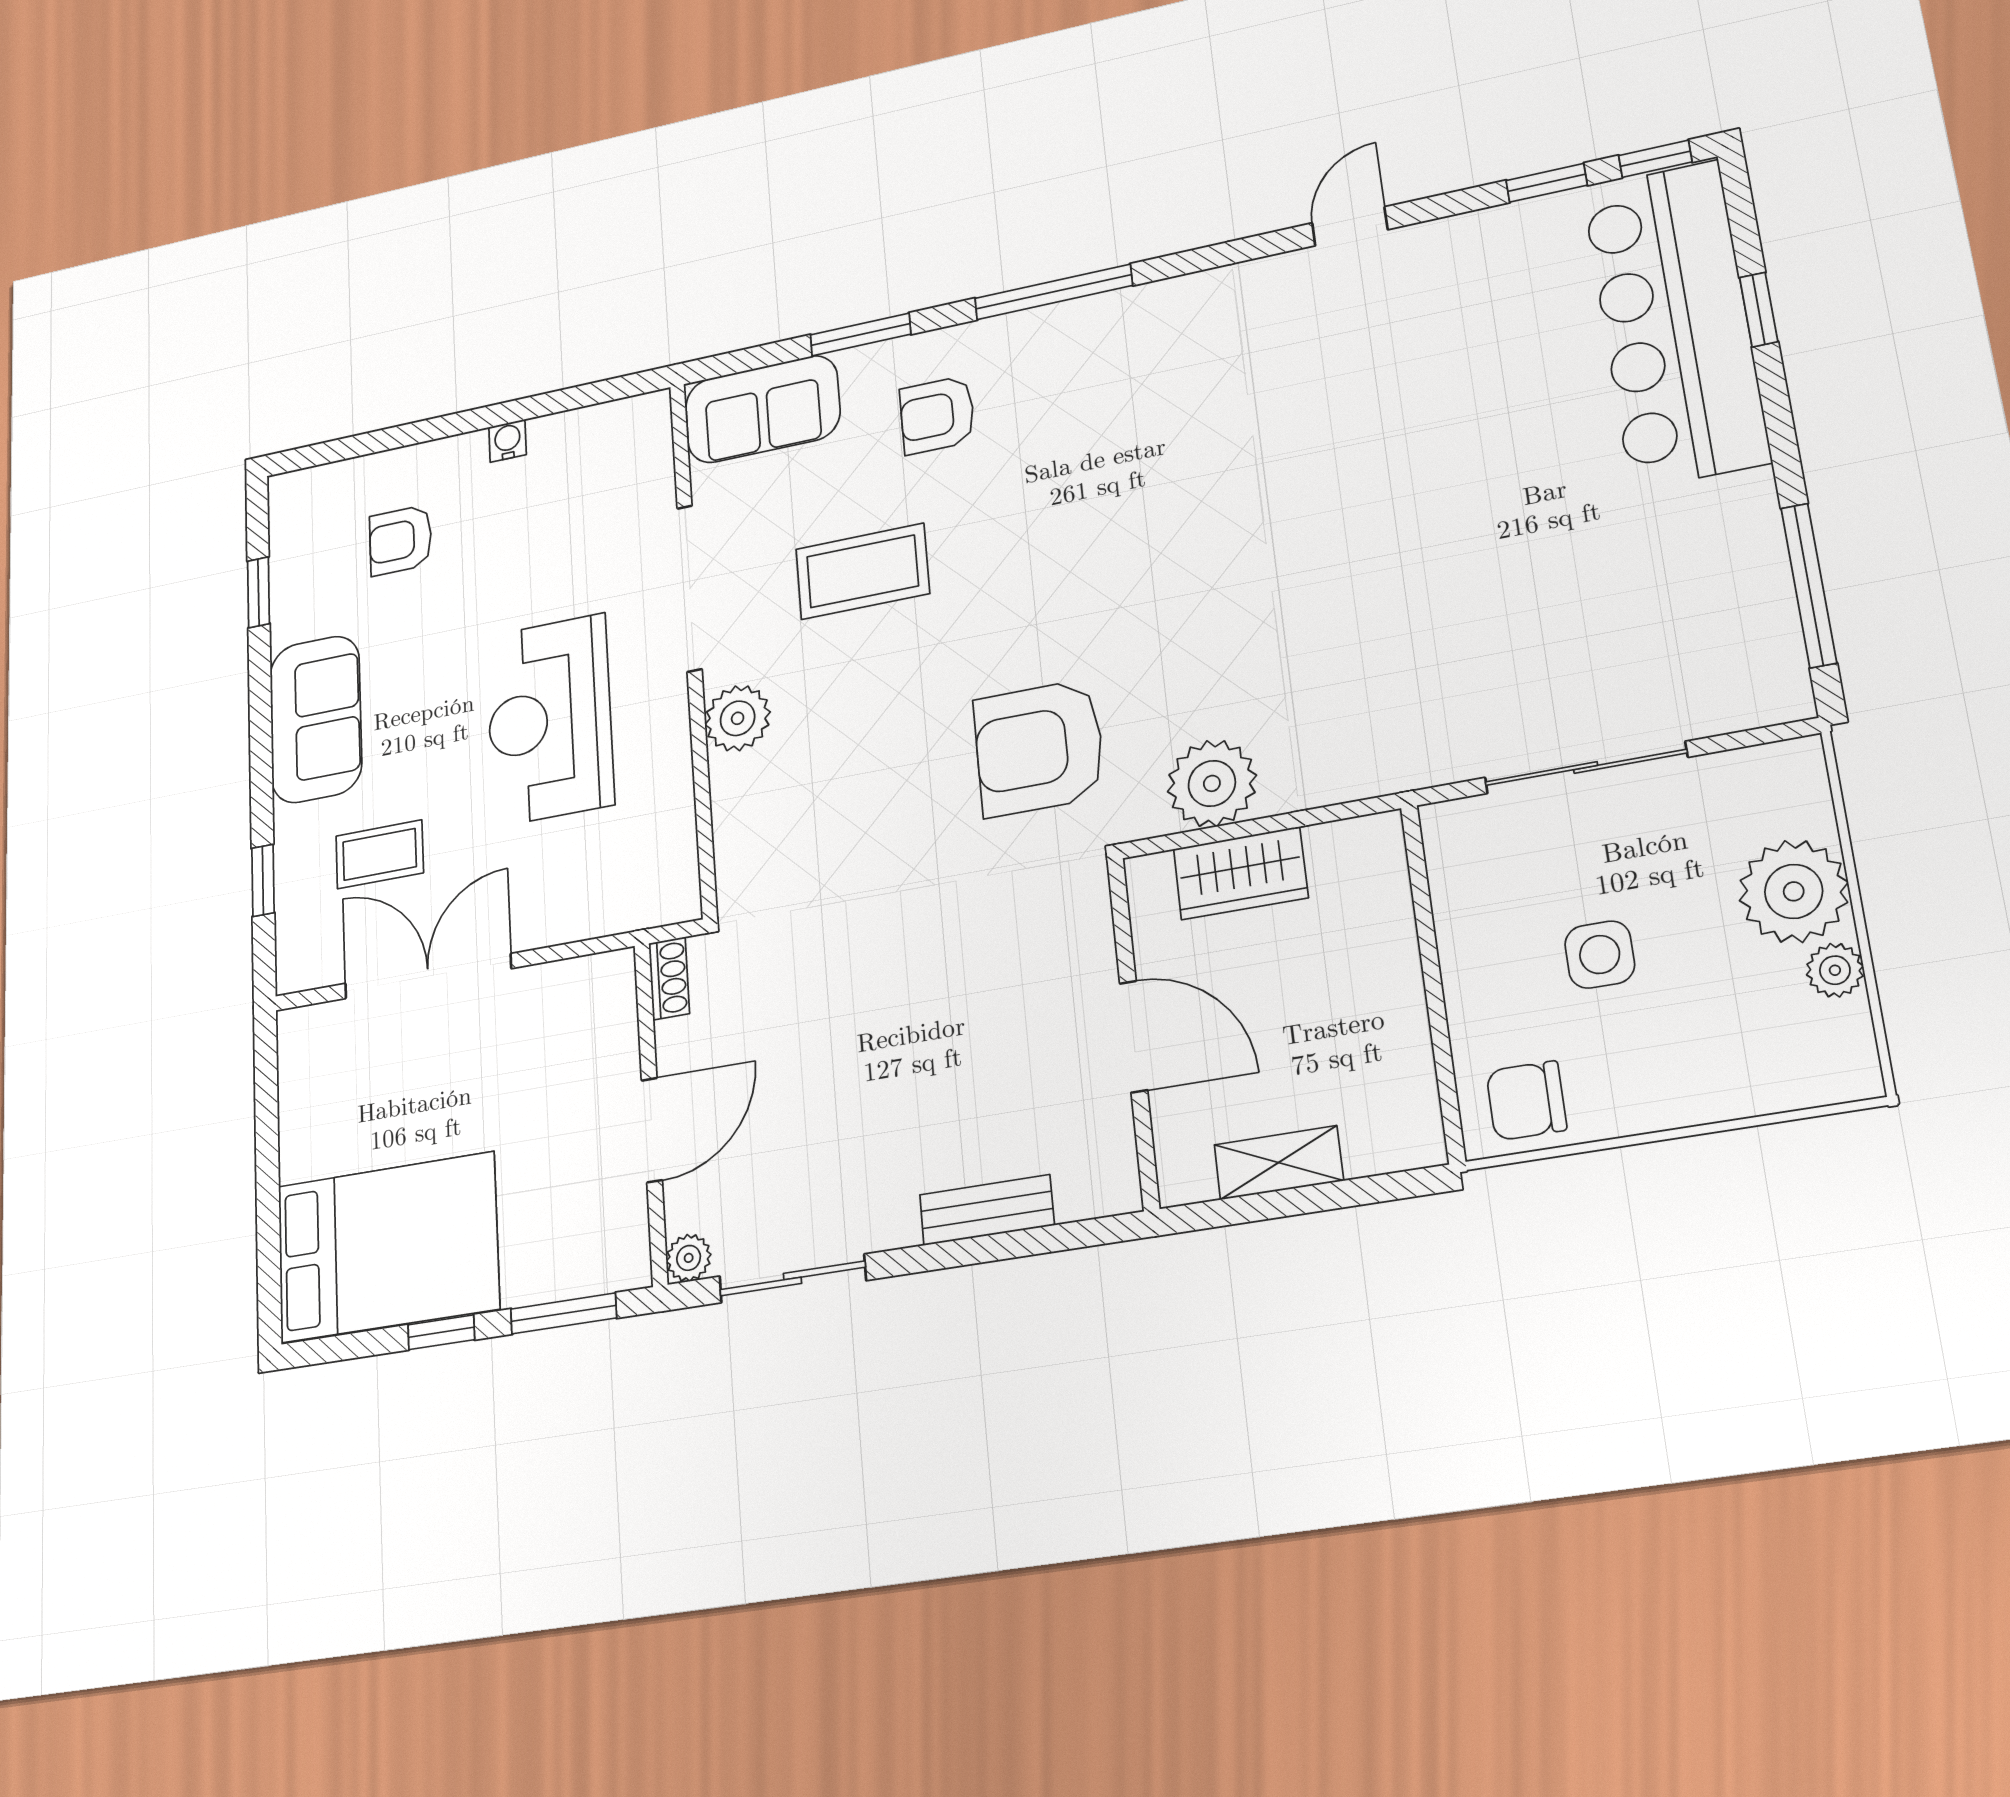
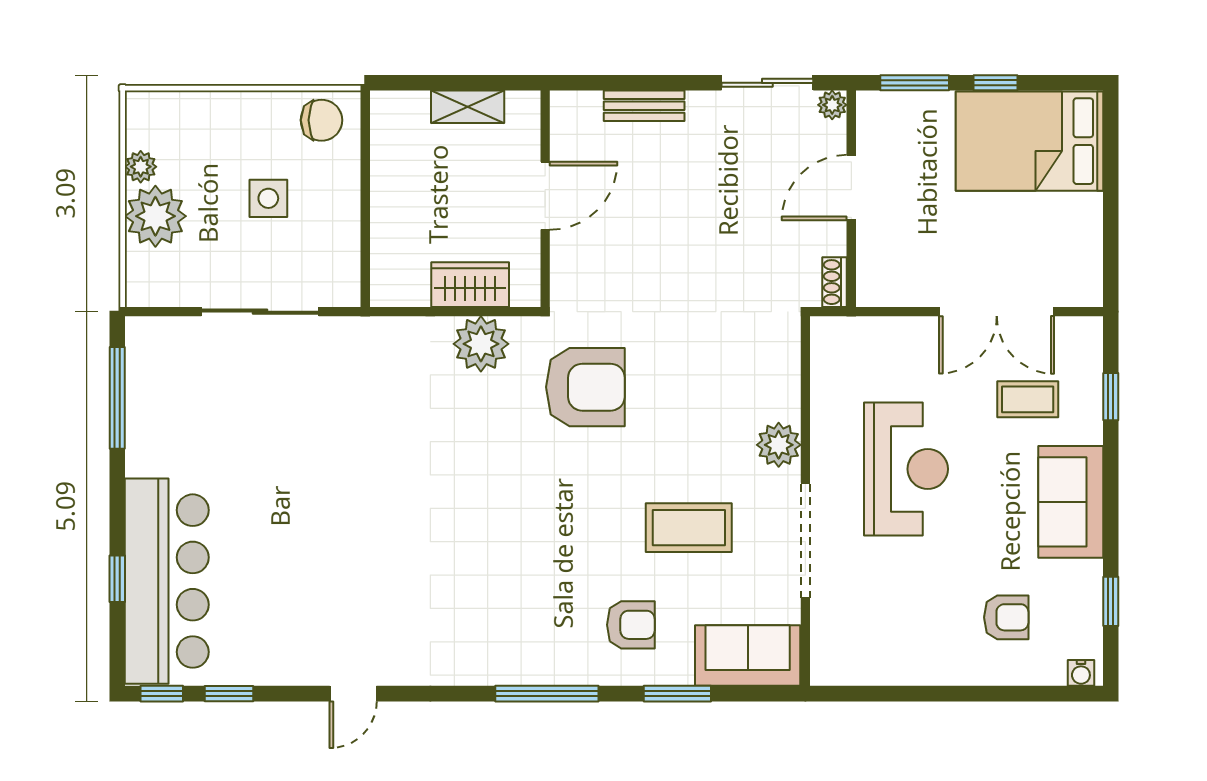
water cooler: (508, 441) -> (1081, 673), moved
door: (1134, 1037) -> (545, 196), swing flipped

